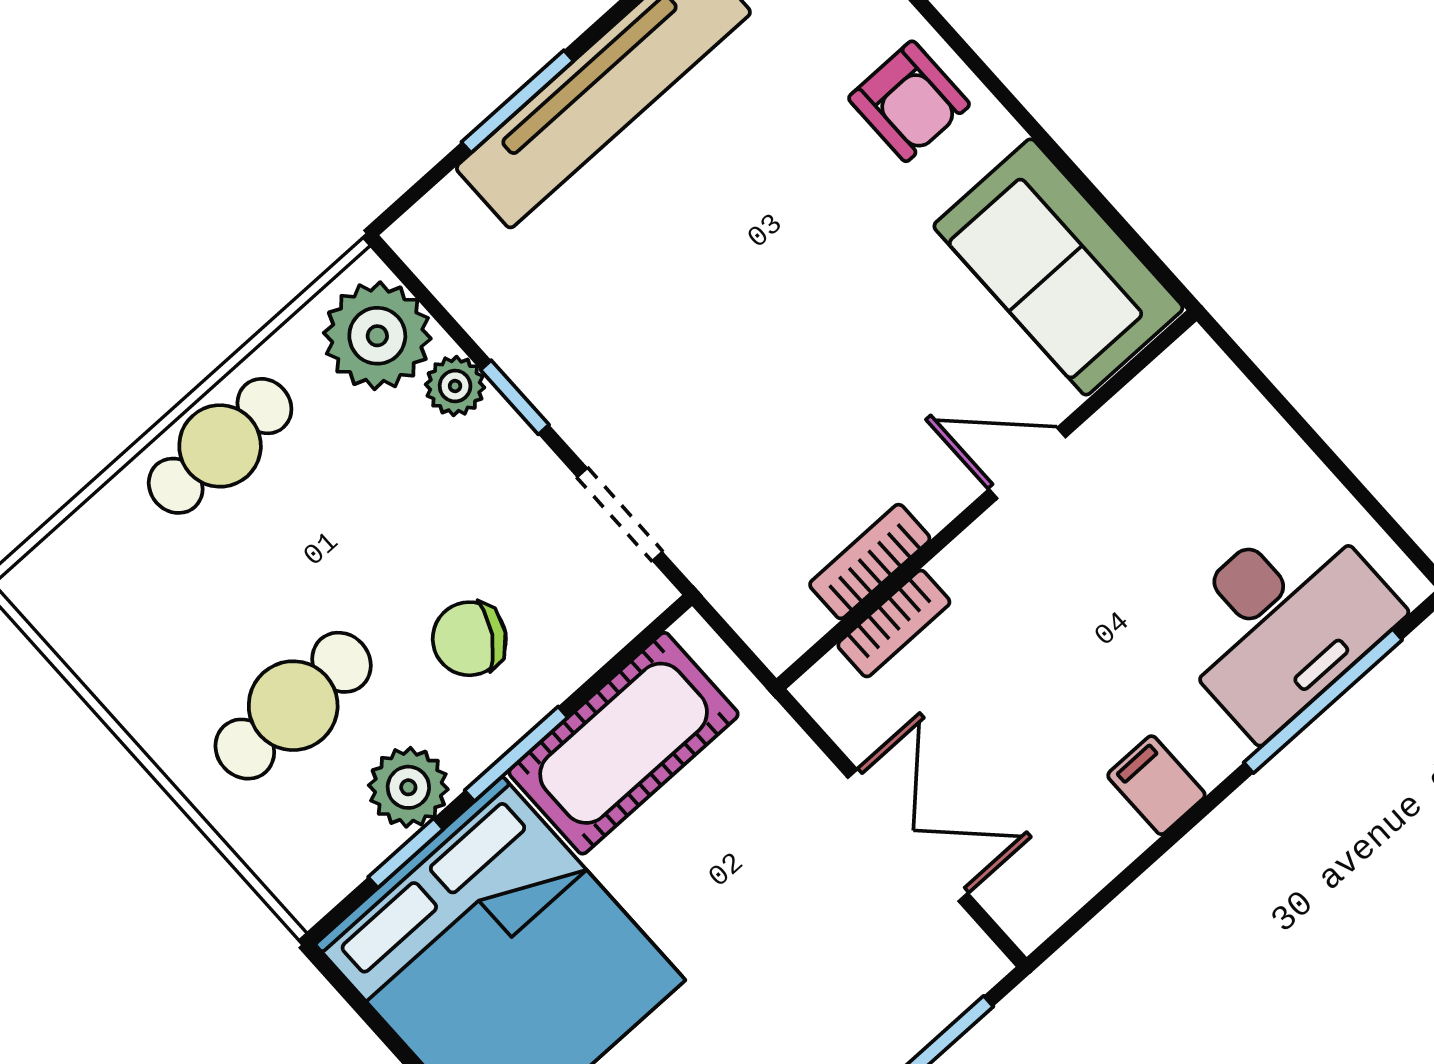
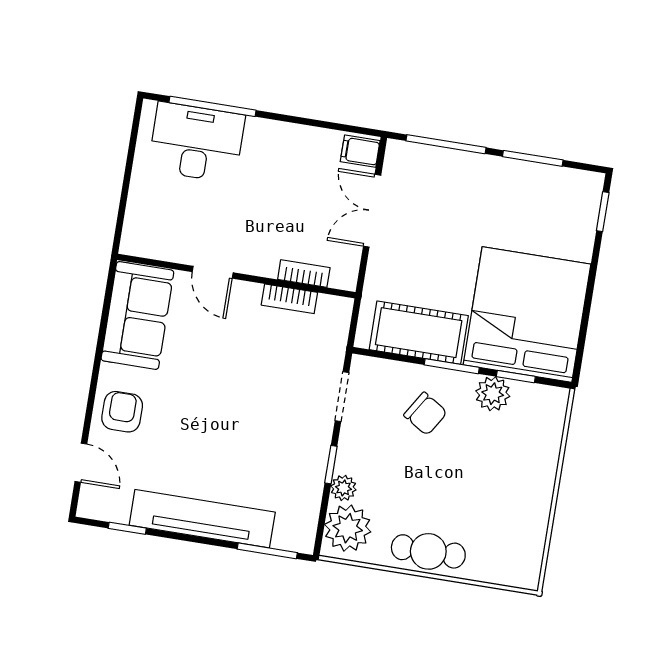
window: (517, 101) -> (267, 551), moved
cafe table: (293, 706) -> (497, 455), removed
filing cabinet: (1156, 785) -> (360, 151), moved, turned 90

